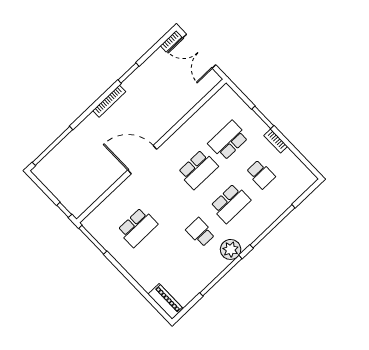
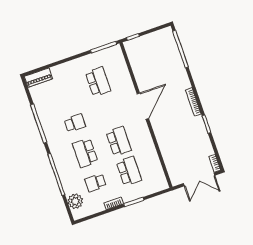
double door: (199, 51) -> (199, 179), swing flipped
school desk: (198, 169) -> (119, 141), turned 180
school desk: (138, 227) -> (98, 82), turned 180
plant: (231, 249) -> (75, 201), moved

